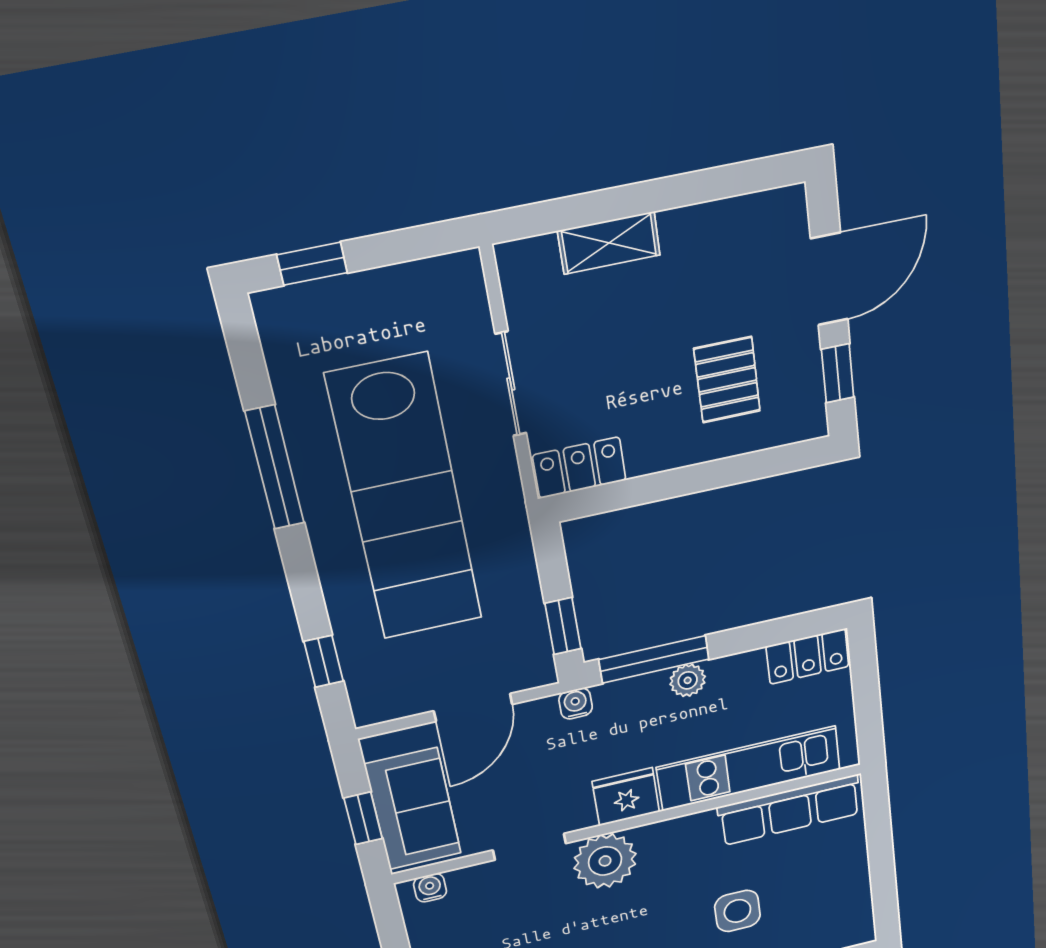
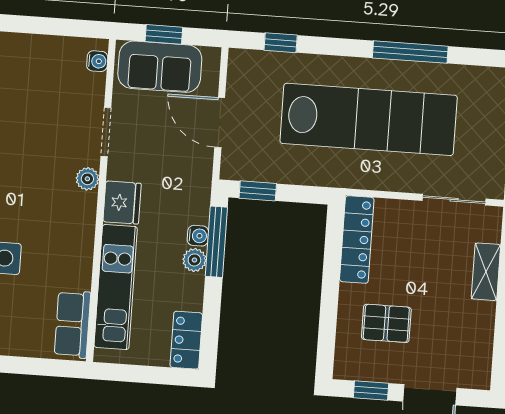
sliding door: (511, 384) -> (454, 200), moved
locker: (579, 468) -> (357, 240), width x1.53
lab bench: (406, 500) -> (369, 119), turned 180
water cooler: (576, 704) -> (198, 236), moved
row of seats: (790, 810) -> (73, 324), width x0.68
plant: (605, 861) -> (87, 179), width x0.53, depth x0.53

